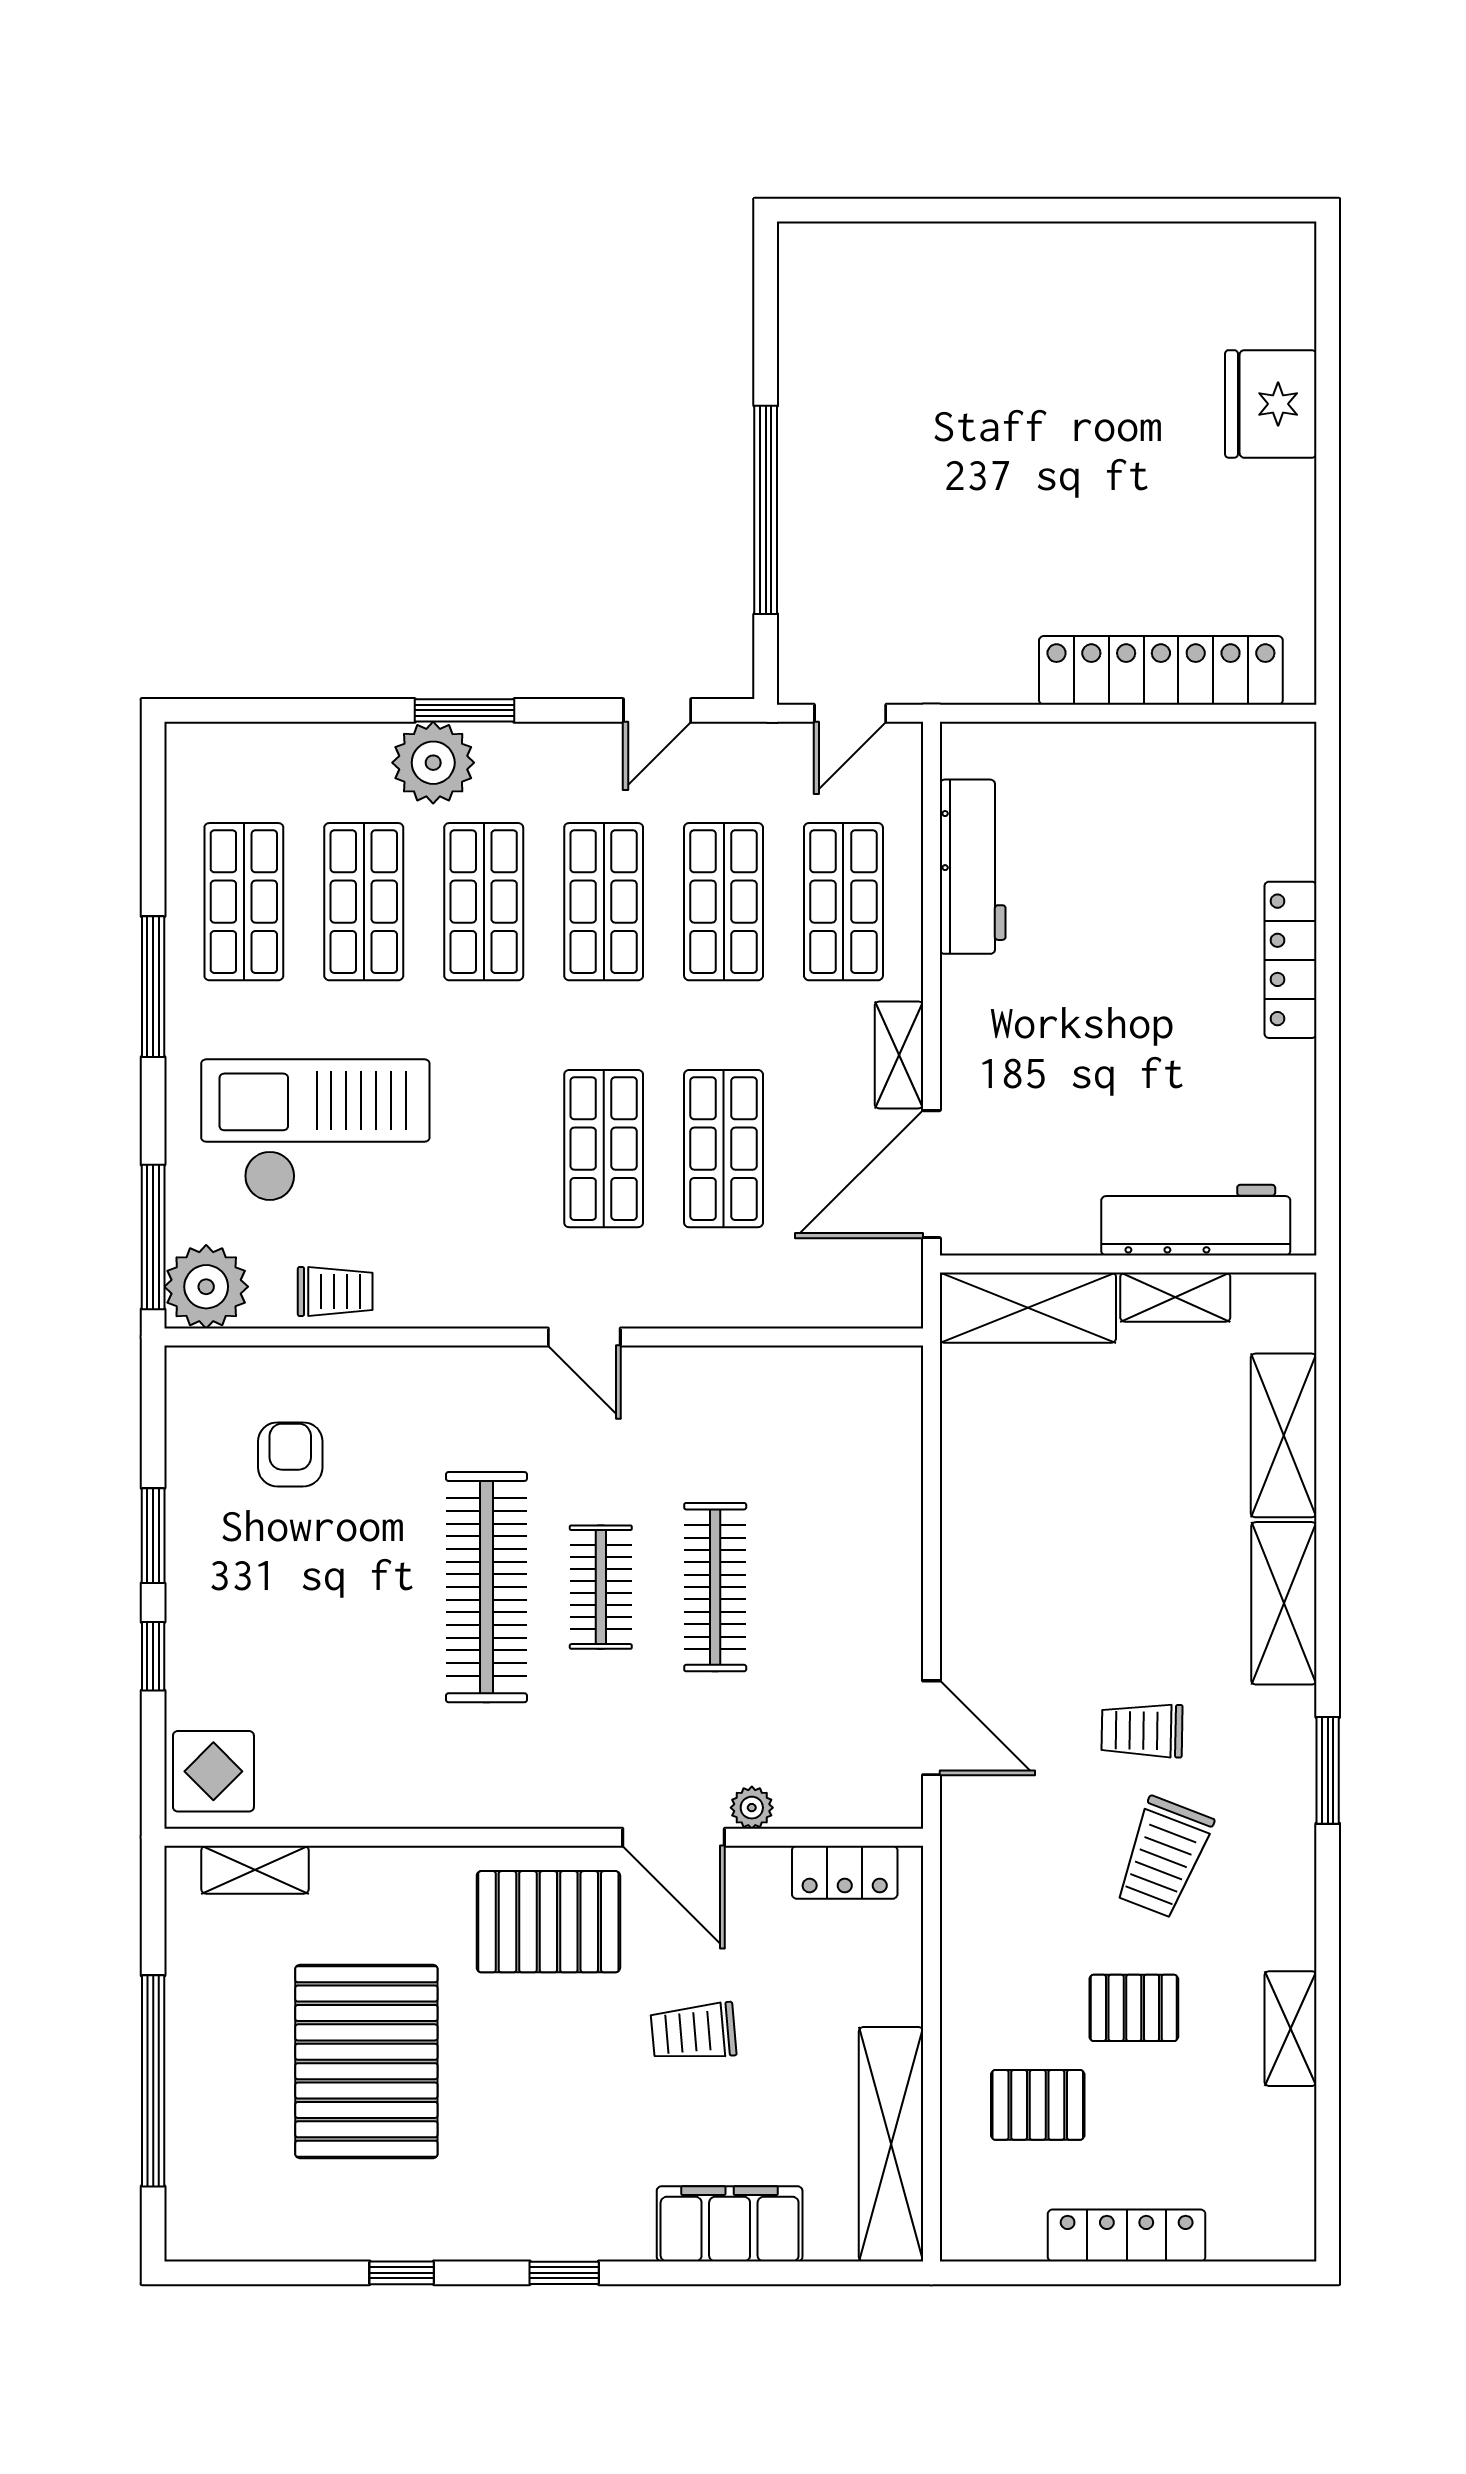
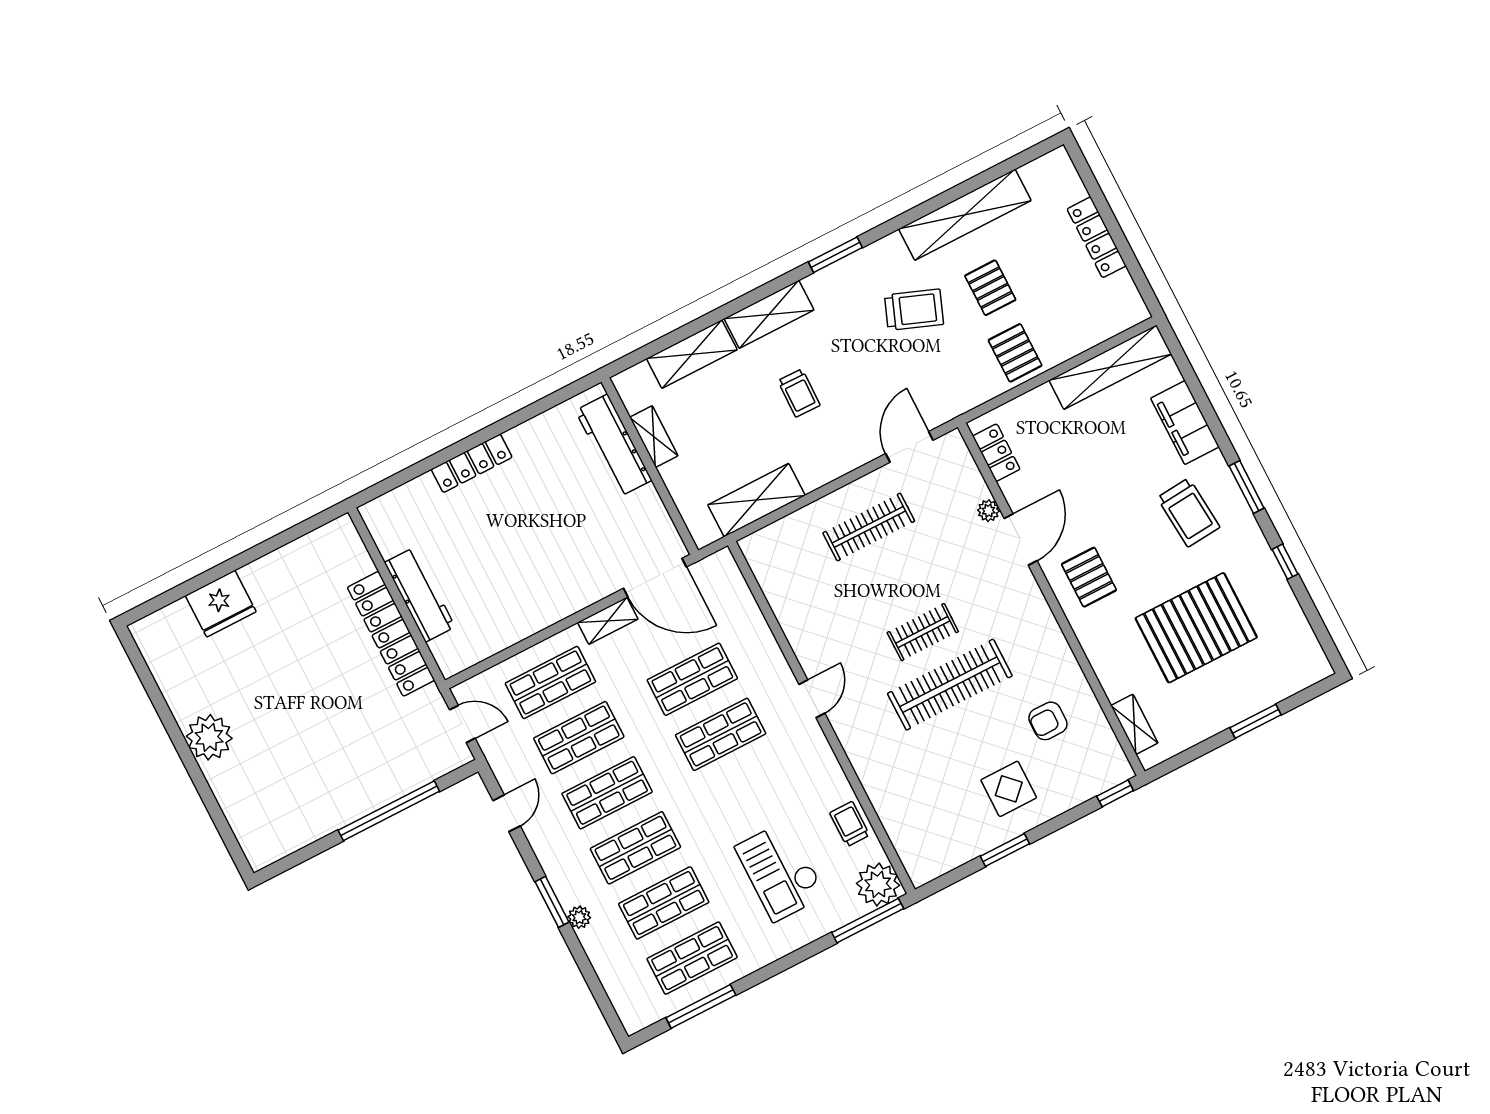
plant: (1051, 266) -> (209, 737), added
locker: (1161, 670) -> (391, 634), moved
door: (657, 710) -> (507, 813), hinge flipped
plant: (433, 763) -> (579, 917), width x0.53, depth x0.53
workbench: (973, 867) -> (420, 595), moved, turned 90
window: (153, 987) -> (701, 1006), moved
checkout: (315, 1130) -> (780, 871), width x0.73, depth x0.83
shelving: (1028, 1308) -> (756, 500), moved, turned 90
armchair: (290, 1454) -> (1048, 721), moved
clothes rail: (715, 1587) -> (869, 527), moved
window: (153, 1656) -> (1115, 793), moved
trolley: (1142, 1731) -> (799, 393), moved
display table: (213, 1771) -> (1009, 789), moved
pallet: (548, 1922) -> (1089, 577), width x0.67, depth x0.71
shelving: (1291, 2029) -> (965, 215), width x2.20, depth x1.33
trolley: (693, 2032) -> (1188, 512), moved, width x1.36, depth x1.39
window: (153, 2081) -> (1256, 721), width x0.47
pallet: (1038, 2105) -> (1015, 353), moved
window: (564, 2273) -> (1247, 487), width x1.50

